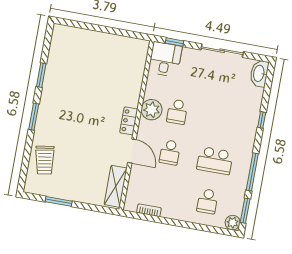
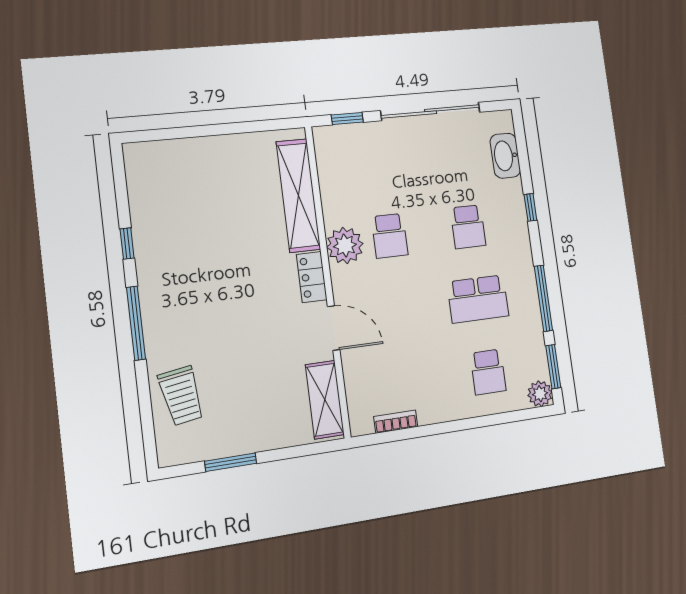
sliding door: (222, 51) -> (431, 111), width x1.36
desk: (165, 59) -> (341, 152), removed
washbasin: (259, 73) -> (505, 156), moved
window: (41, 75) -> (127, 243), width x0.67
shelving: (135, 76) -> (298, 195), added
window: (34, 117) -> (136, 323), width x1.44
school desk: (170, 152) -> (468, 227), moved

